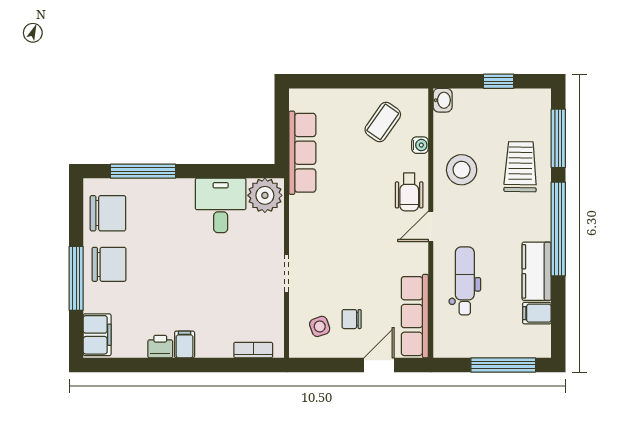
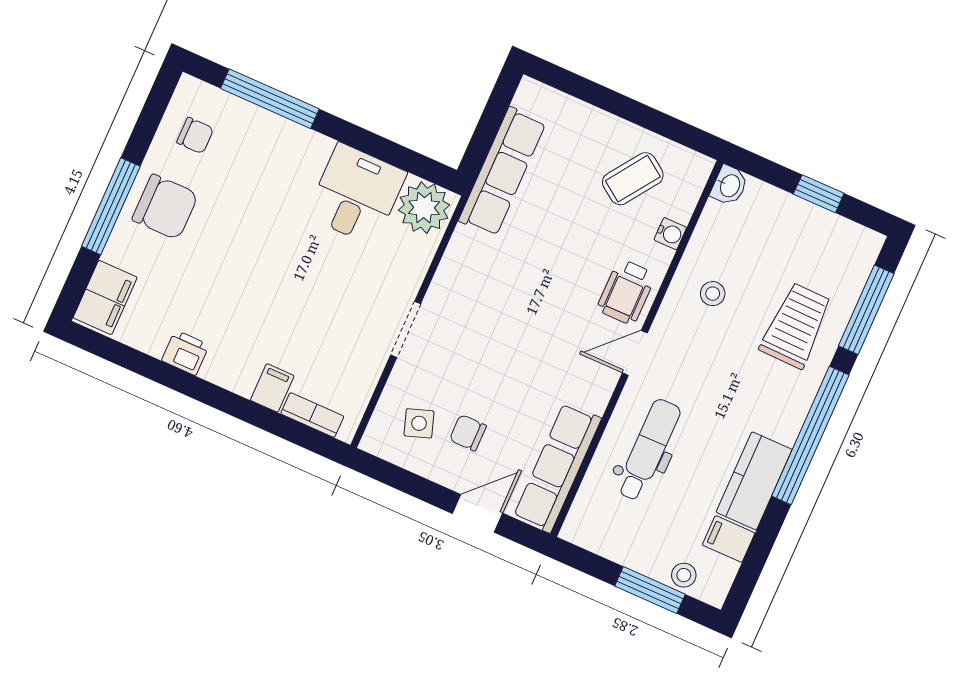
stool: (462, 170) -> (713, 294), width x0.53, depth x0.53
chair: (108, 213) -> (195, 136), width x0.54, depth x0.54
filing cabinet: (185, 344) -> (272, 388), moved
stool: (520, 347) -> (684, 575), added
window: (503, 365) -> (650, 590), width x0.69

